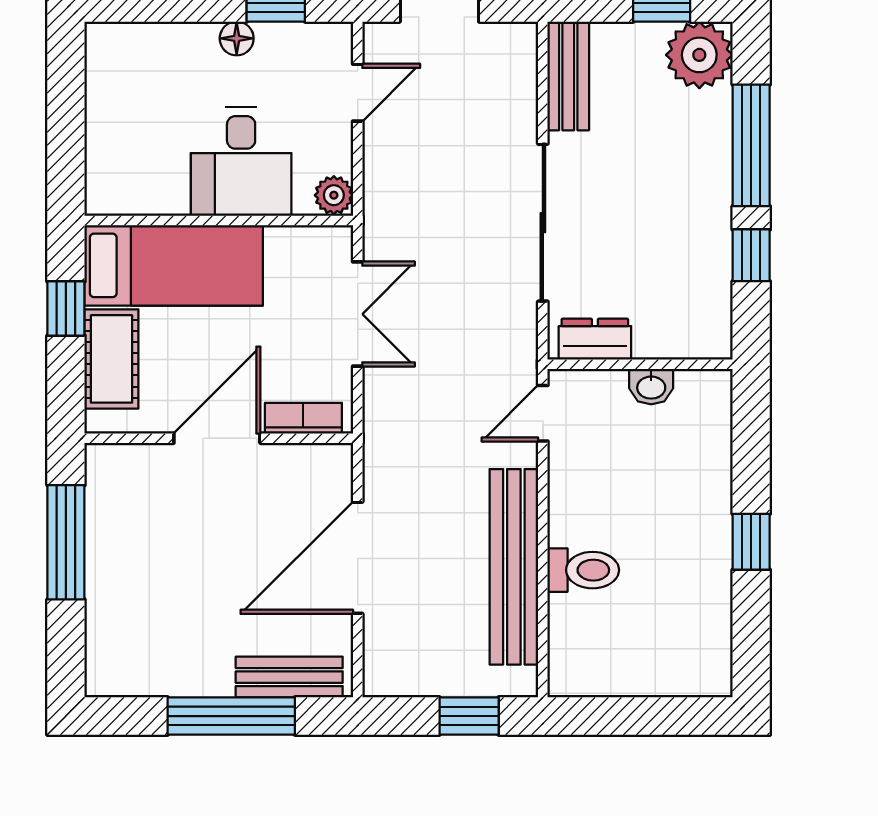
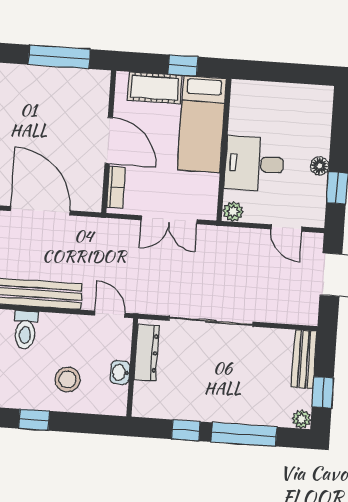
plant: (699, 55) -> (302, 419), width x0.53, depth x0.53
bench: (568, 76) -> (304, 359), moved, turned 90
dresser: (595, 339) -> (147, 353), width x1.44
stool: (671, 484) -> (68, 379), added

